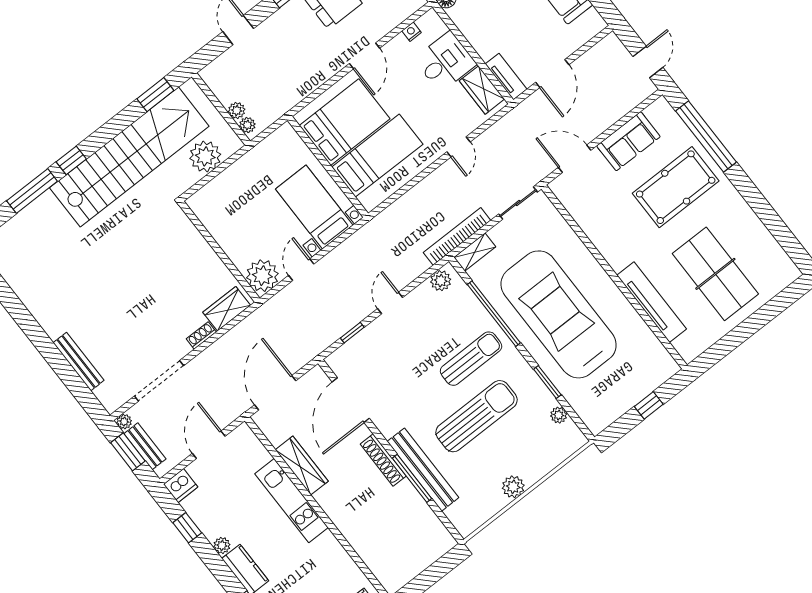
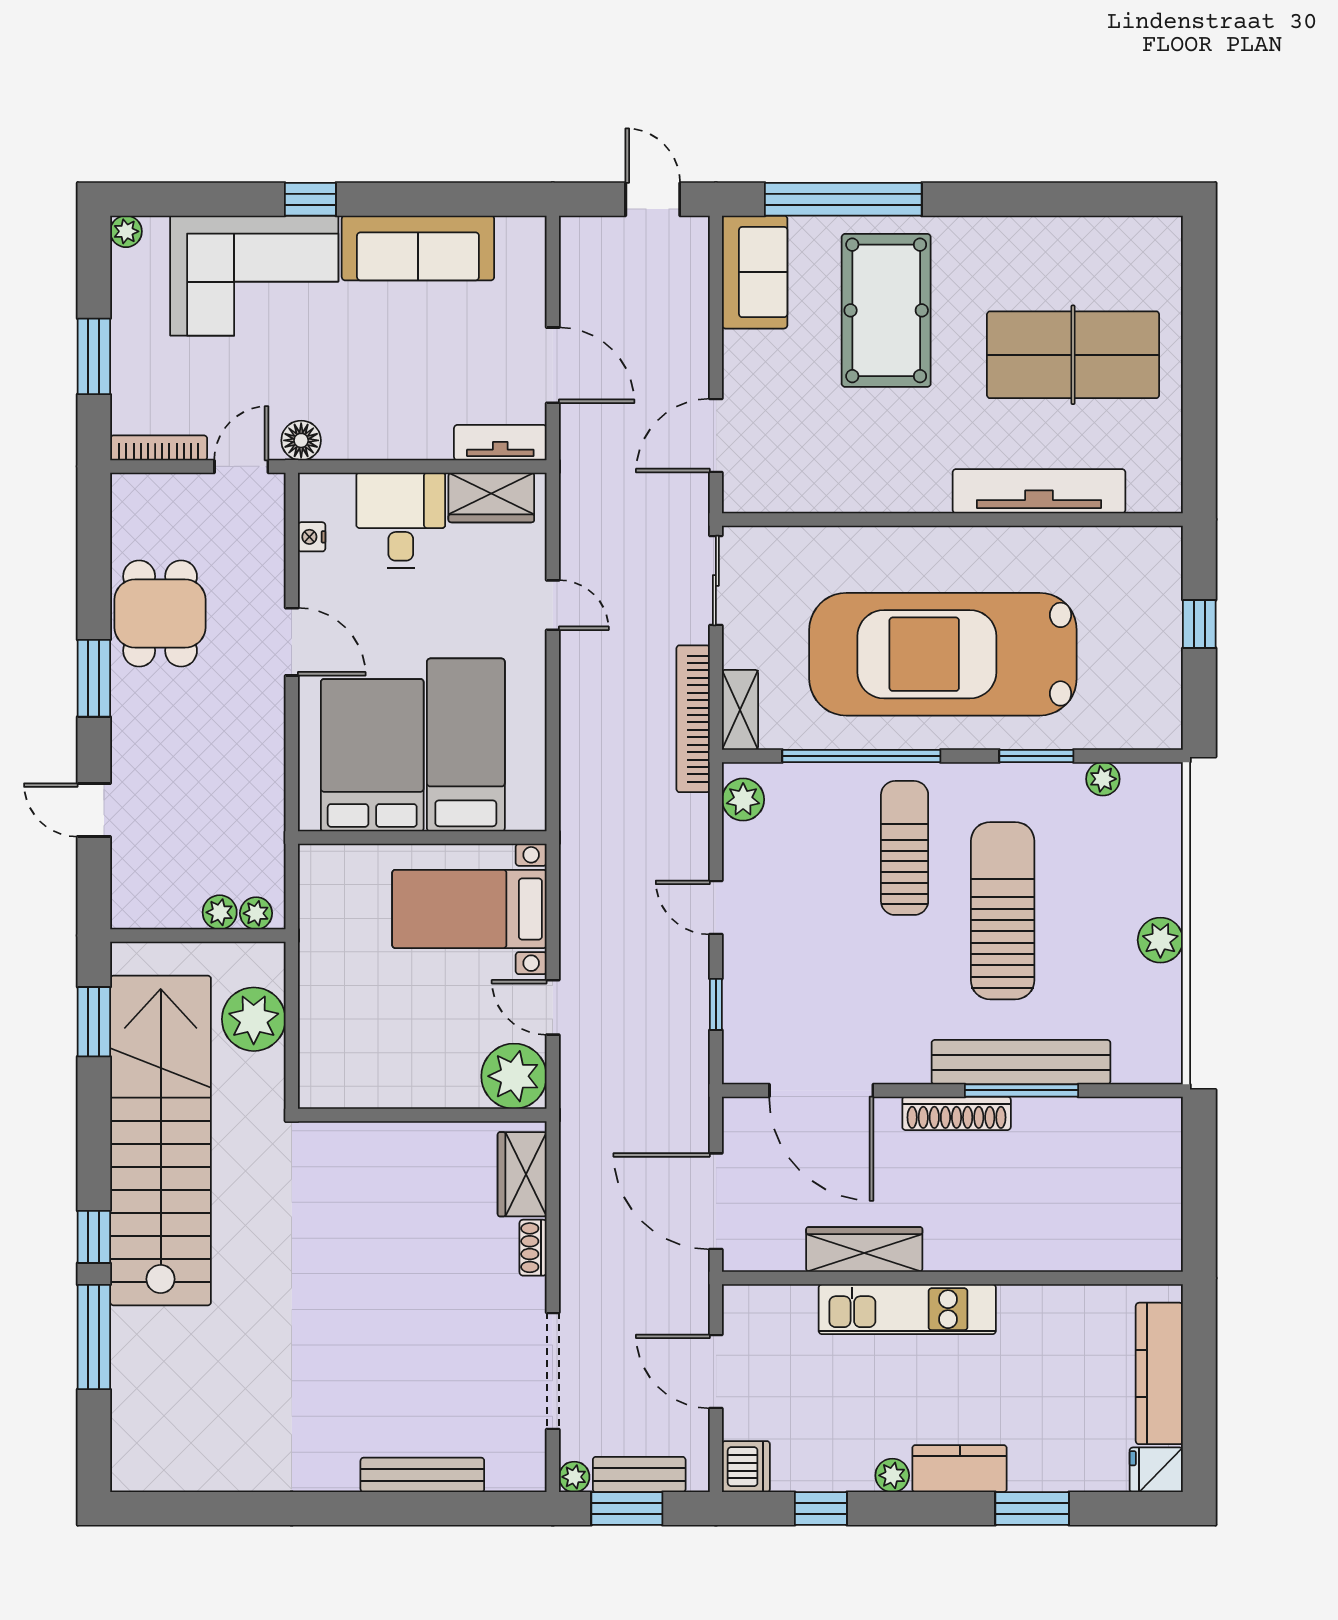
sofa: (628, 141) -> (755, 272), moved

